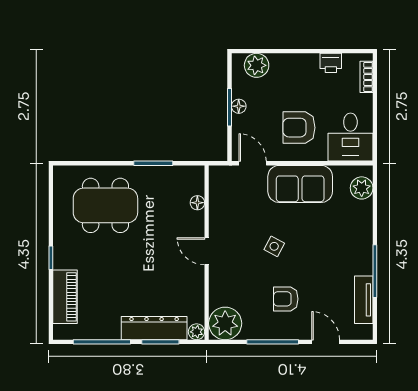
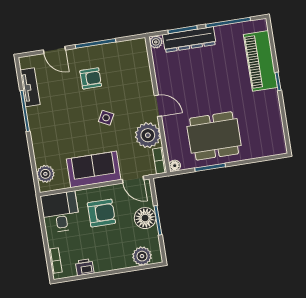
floor lamp: (239, 106) -> (145, 218), width x1.89, depth x1.89
bookcase: (215, 182) -> (160, 161), added
floor lamp: (197, 203) -> (175, 166), moved
dining table: (105, 205) -> (214, 136), moved
piano: (65, 297) -> (260, 61), width x1.37, depth x1.33
plant: (225, 323) -> (148, 135), moved

